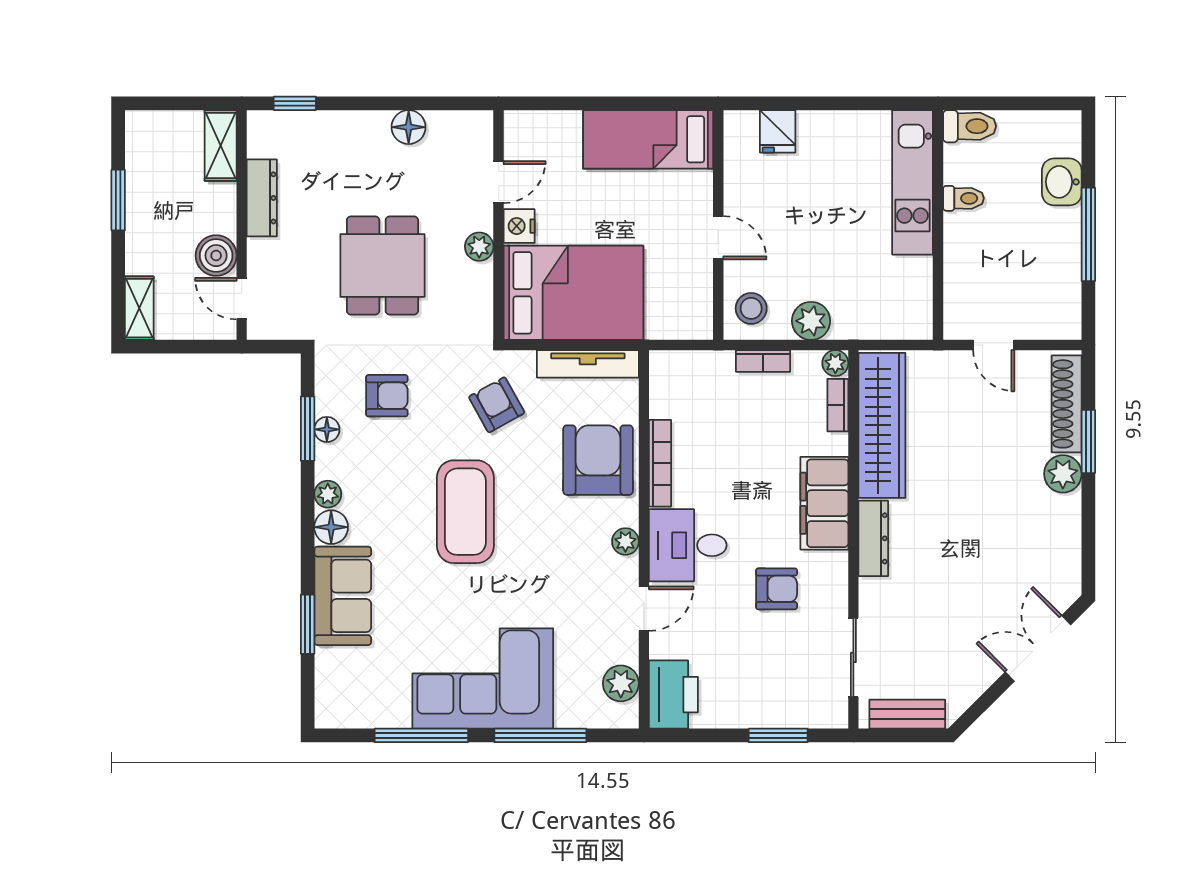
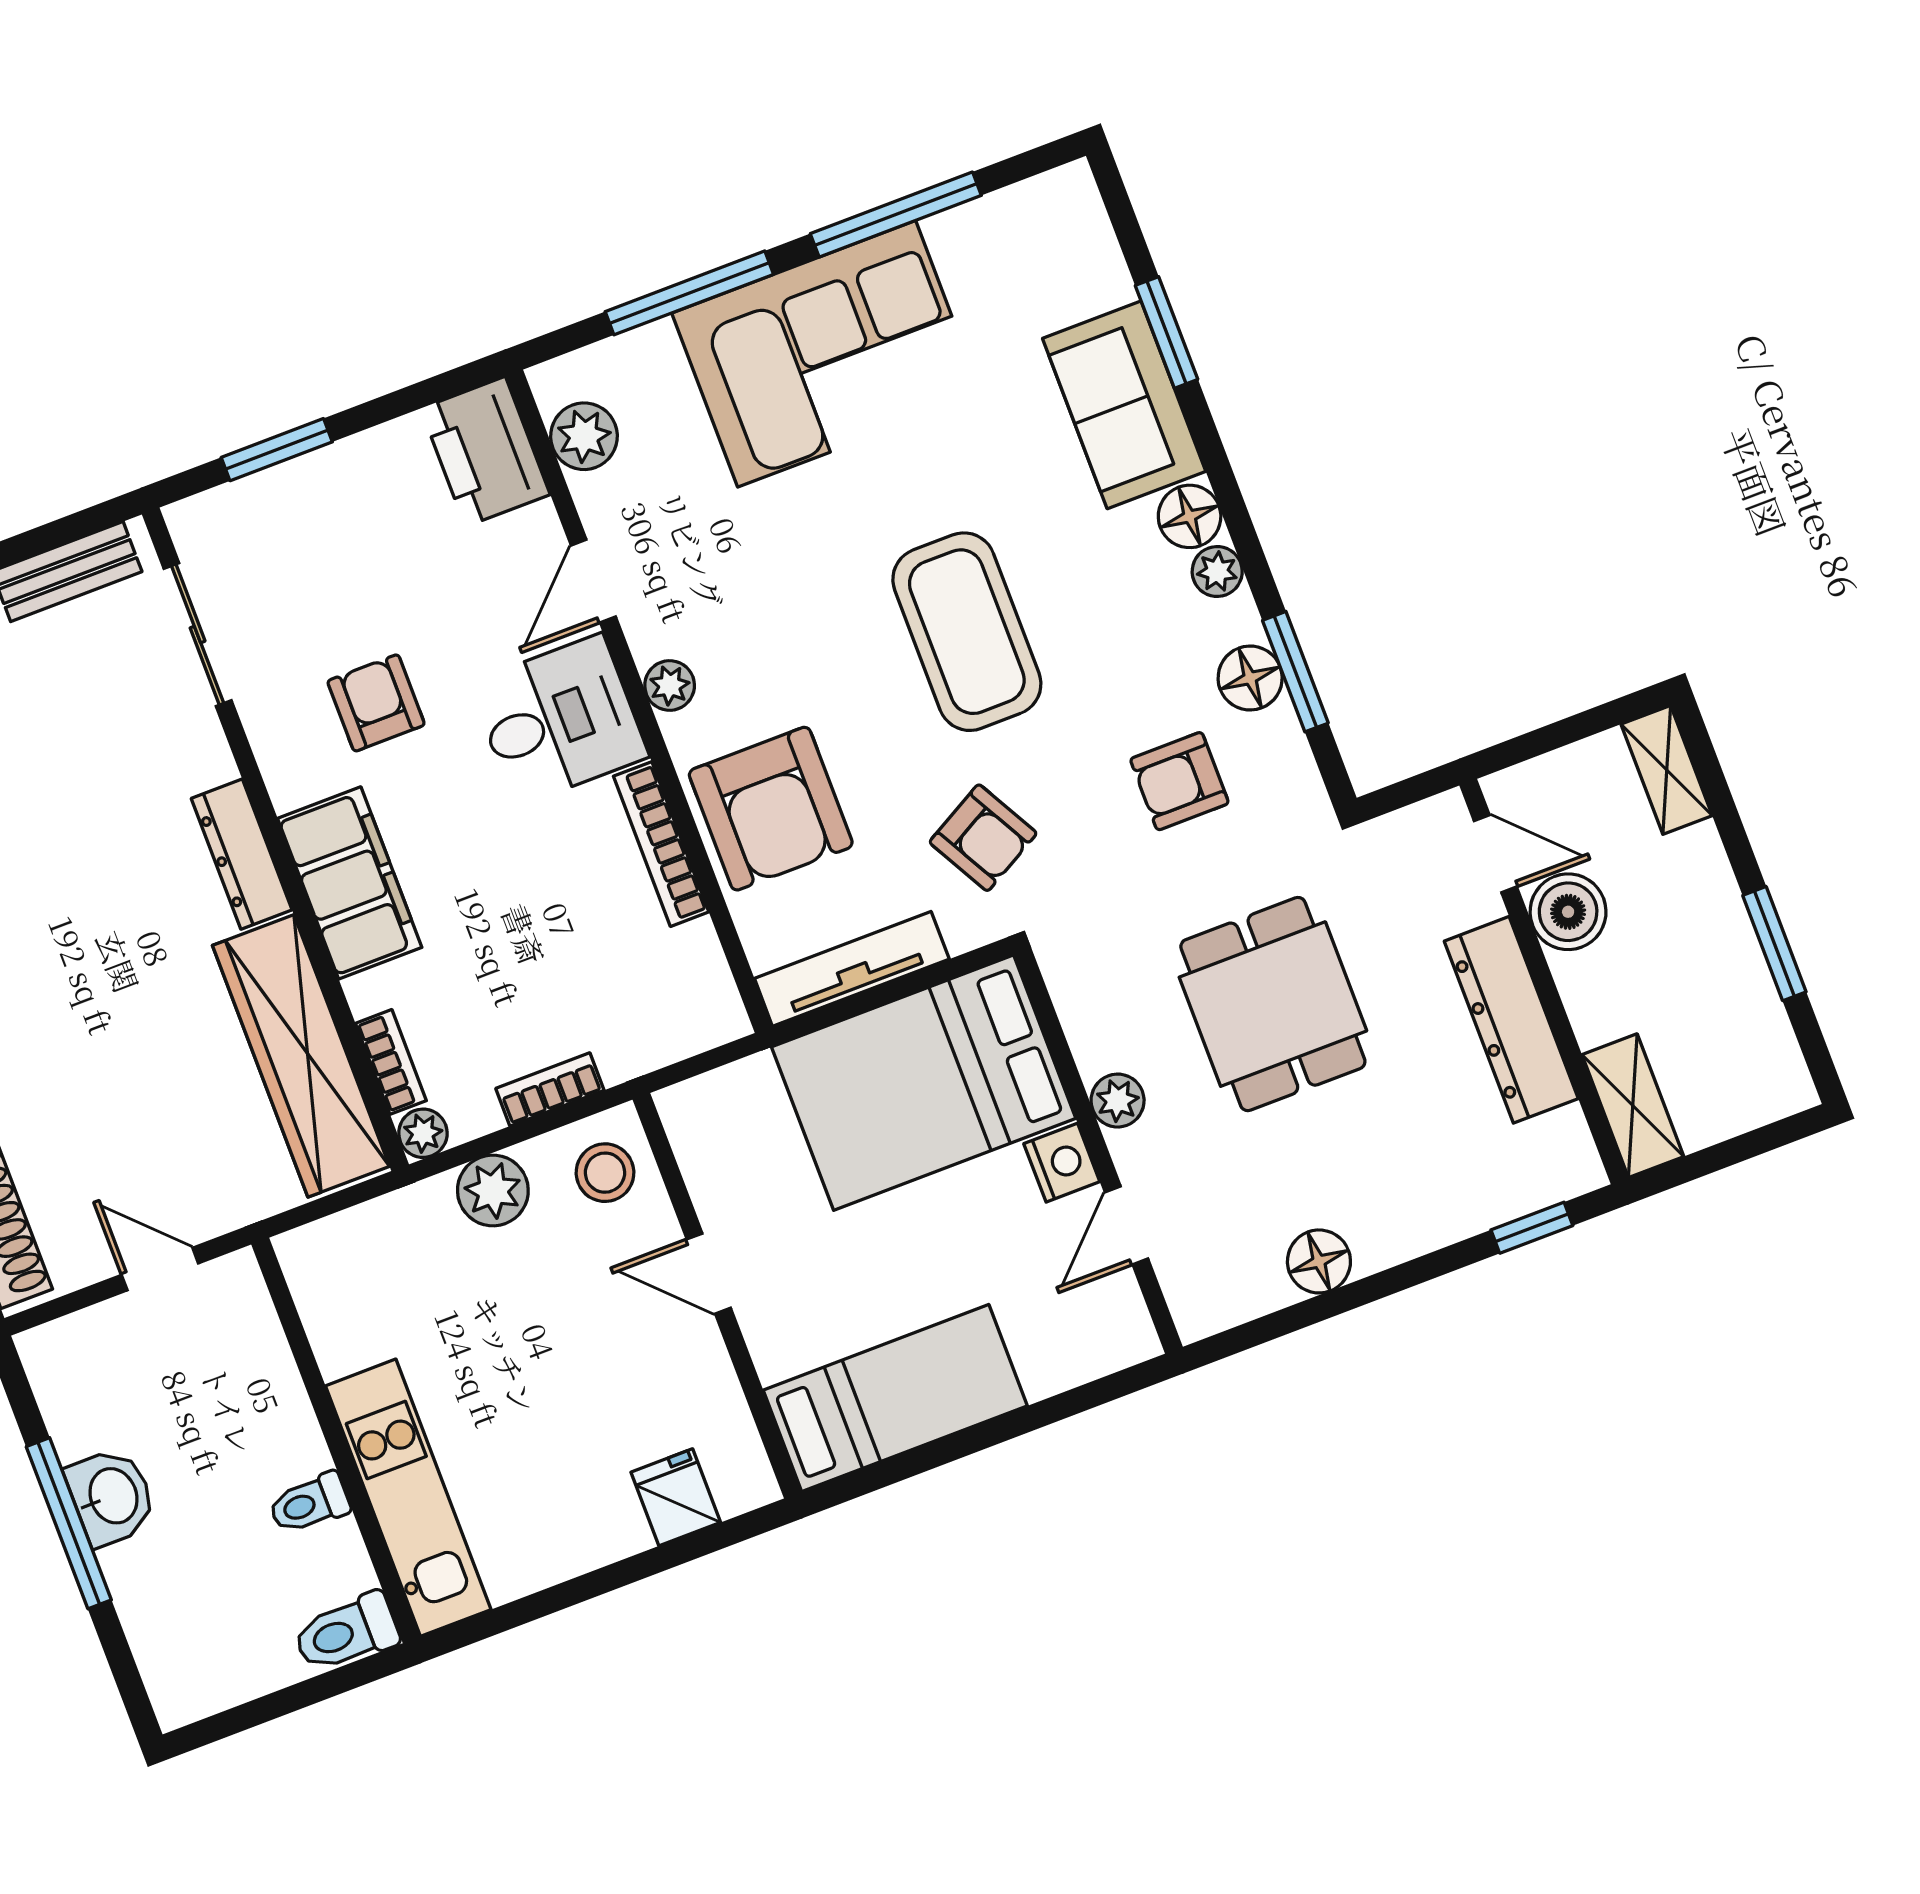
washbasin: (1062, 182) -> (111, 1497), moved
dresser: (262, 198) -> (1511, 1020), width x1.37, depth x1.24
floor lamp: (327, 429) -> (1250, 678), width x1.37, depth x1.37
armchair: (777, 589) -> (376, 703), turned 90

